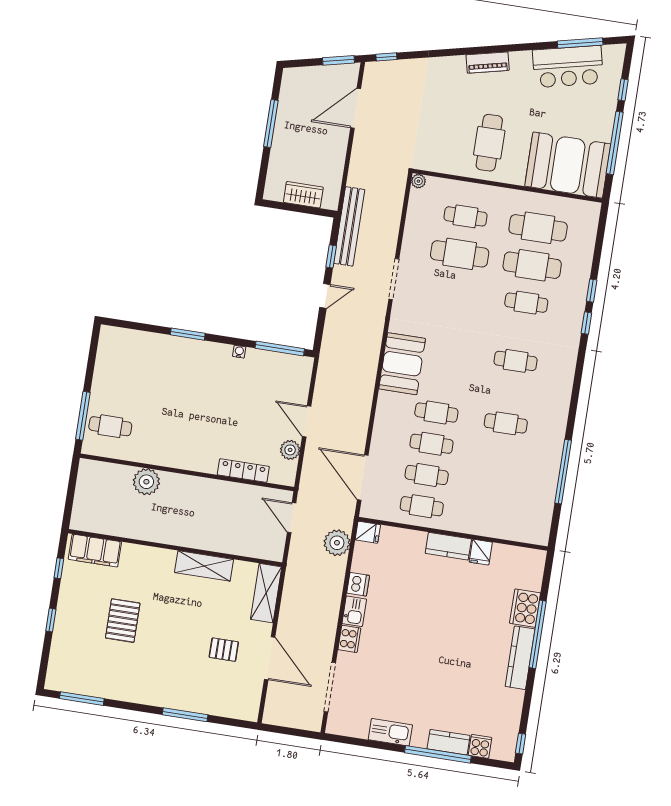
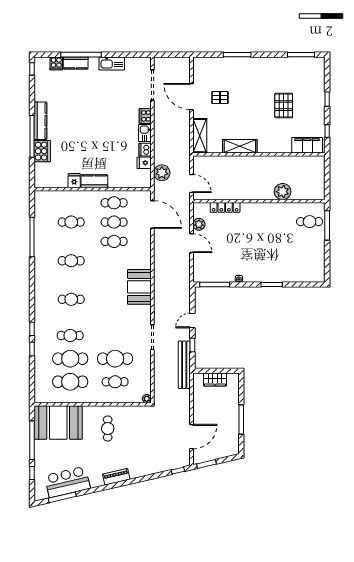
cafe table: (489, 143) -> (108, 428), width x0.73, depth x0.74
cafe table: (436, 413) -> (71, 222), moved
fridge: (368, 532) -> (144, 163), moved

